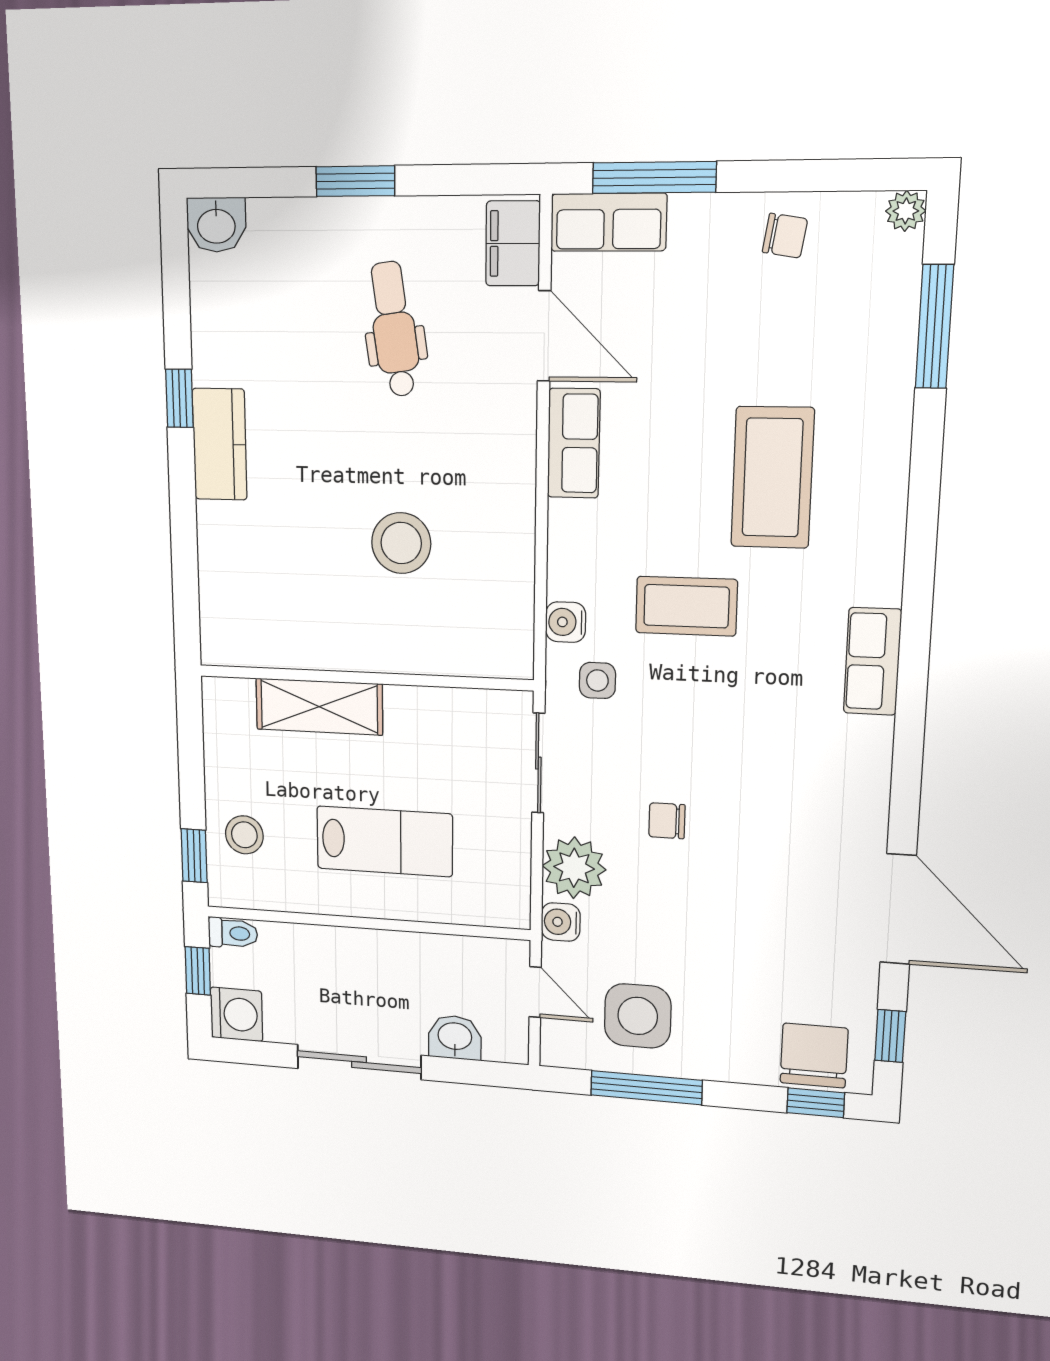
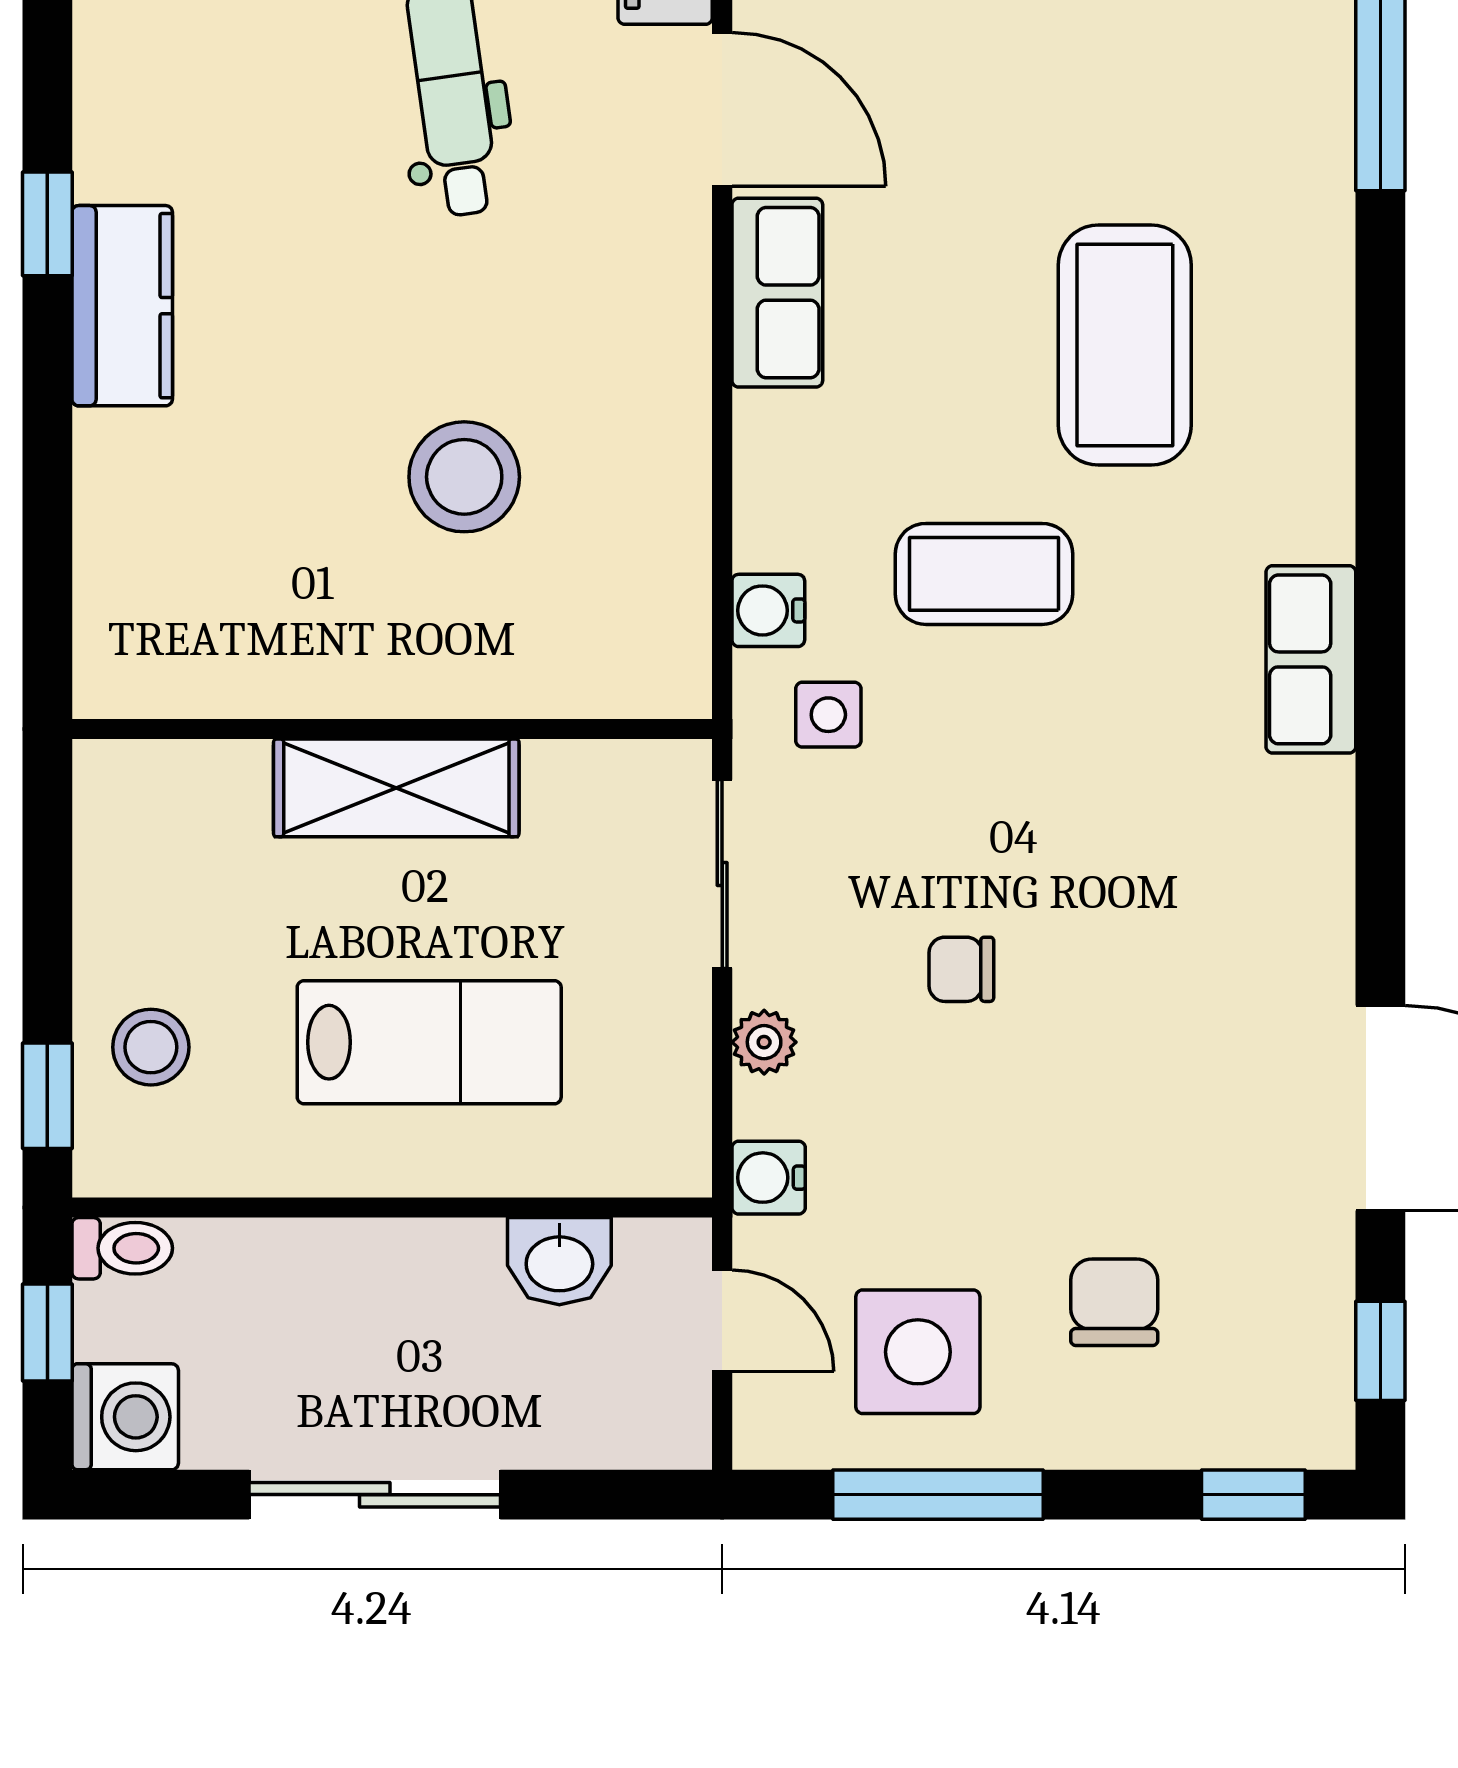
shelving: (319, 707) -> (396, 788), moved
plant: (574, 868) -> (764, 1042), width x0.53, depth x0.53
washbasin: (455, 1037) -> (559, 1261), moved, turned 180
chair: (814, 1056) -> (1114, 1302), moved, width x0.73, depth x0.73

